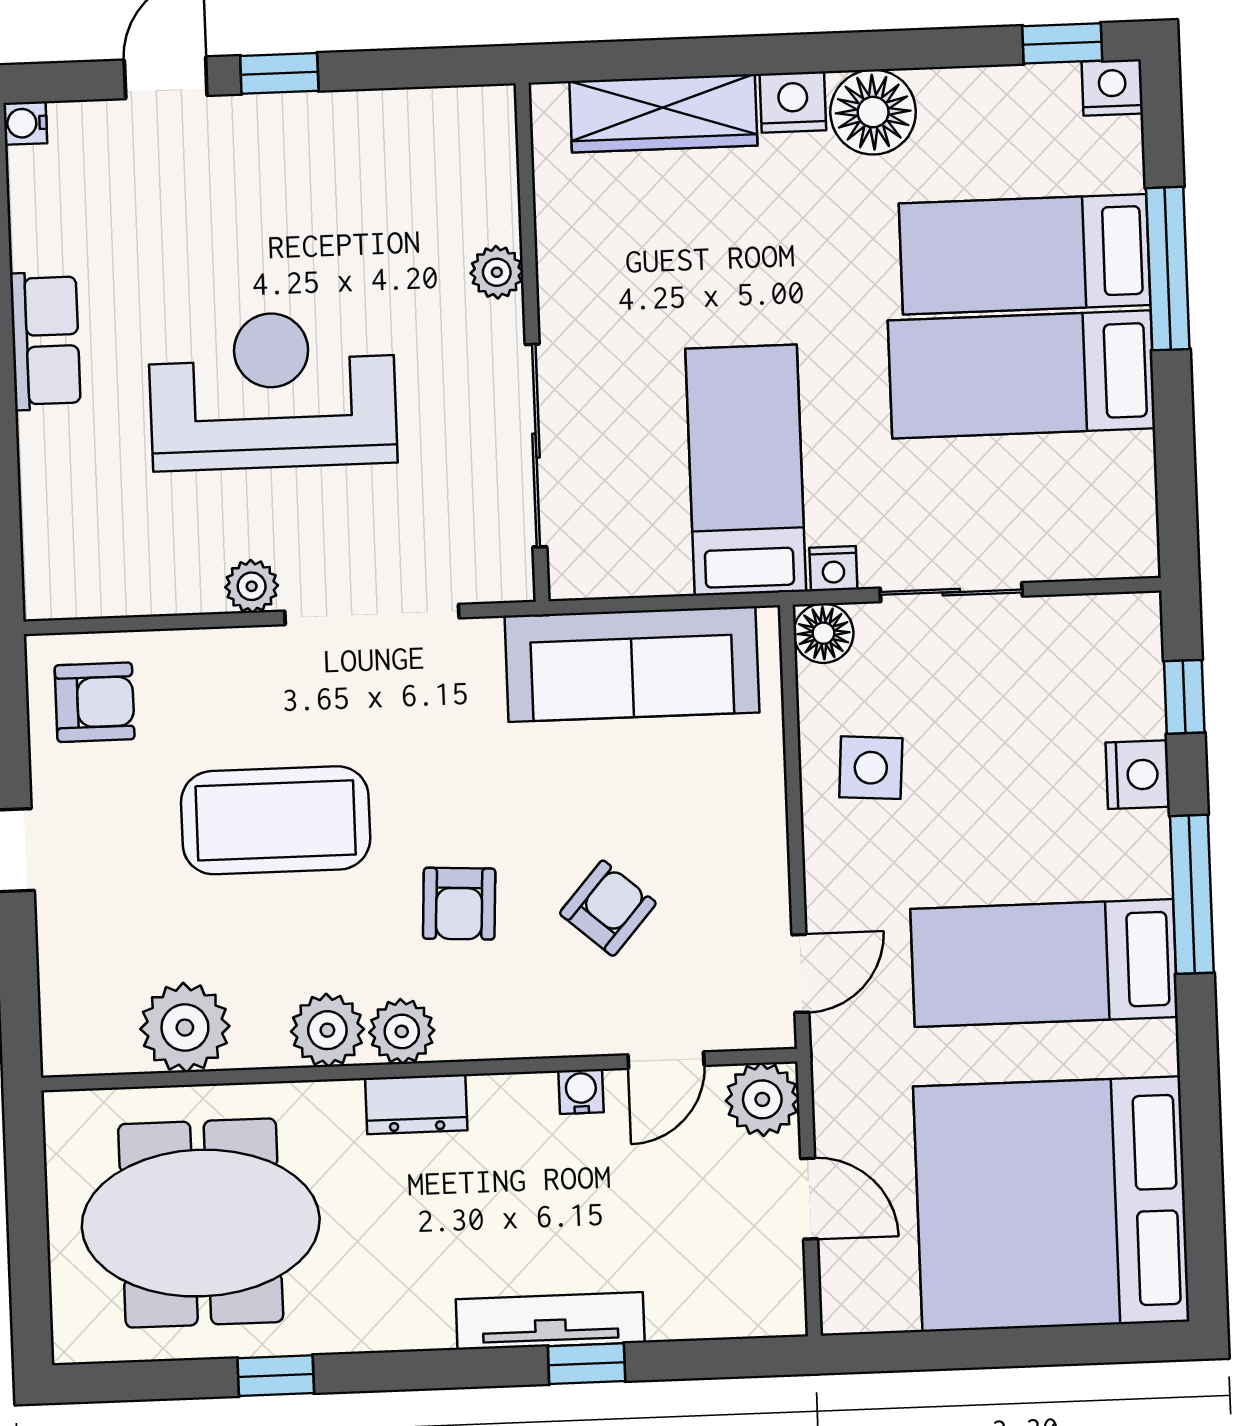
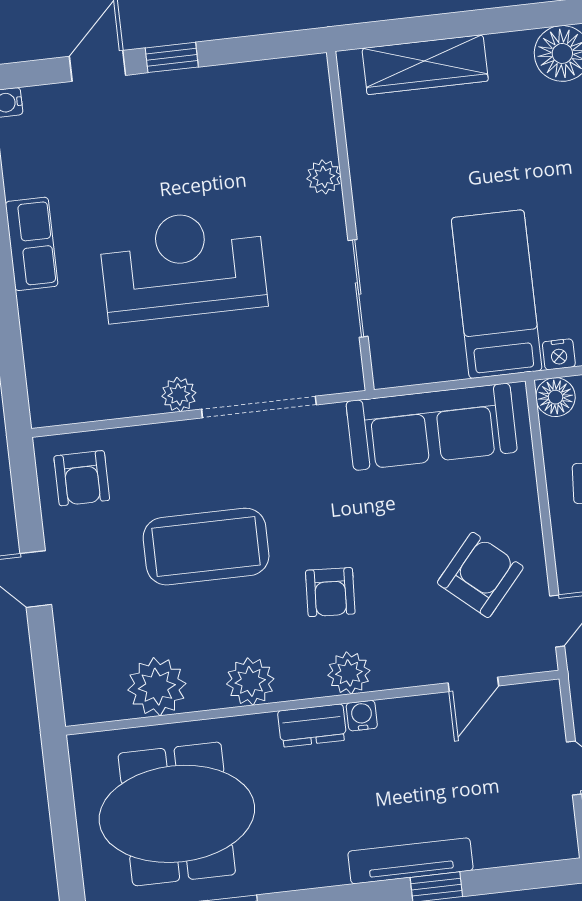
nightstand: (793, 102) -> (509, 51), removed
sliding door: (536, 446) -> (358, 288), width x0.73
armchair: (95, 702) -> (82, 478), turned 90
armchair: (608, 908) -> (480, 575), moved, width x1.38, depth x1.38
plant: (402, 1031) -> (349, 673), moved
water cooler: (581, 1091) -> (362, 716), moved
plant: (762, 1099) -> (538, 705), removed

